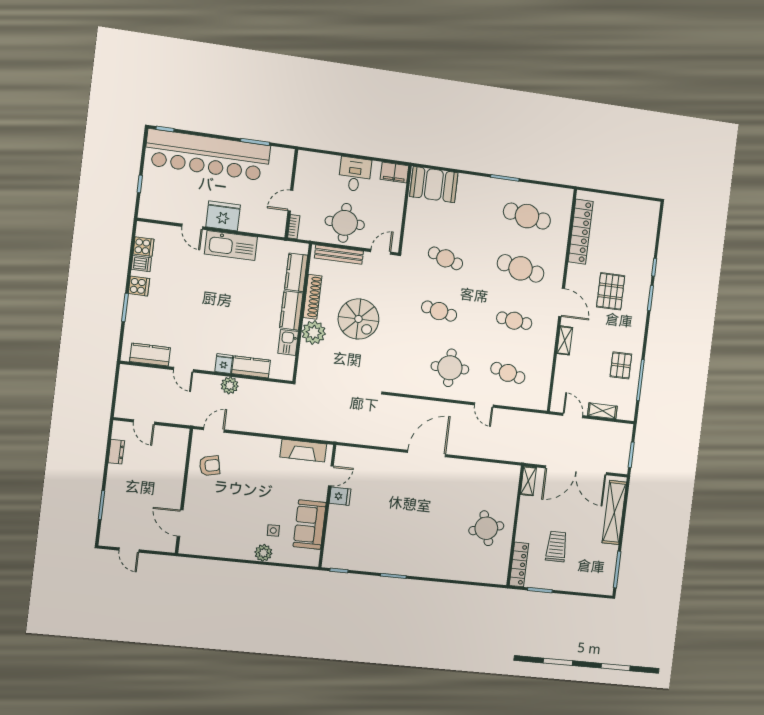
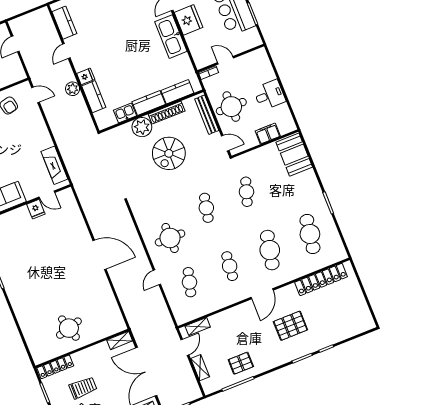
filing cabinet: (394, 172) -> (268, 134), moved, turned 90
shelving: (565, 340) -> (198, 327), moved

